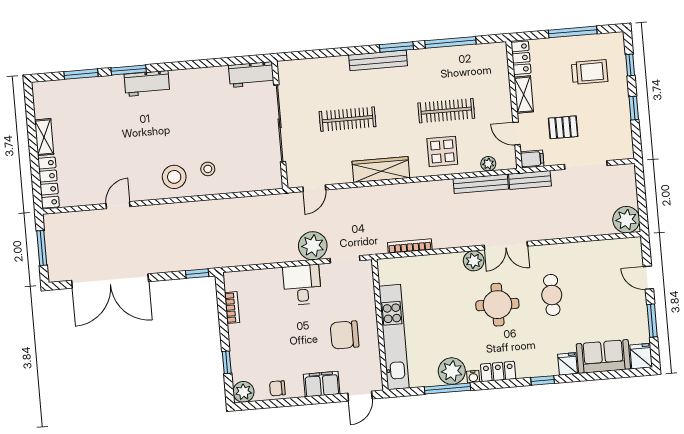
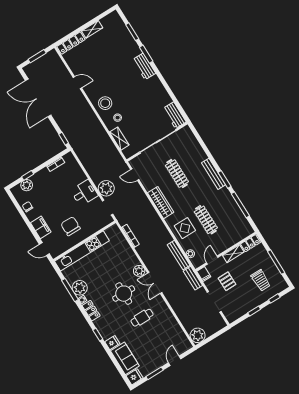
shelving: (243, 183) -> (119, 139), added
plant: (243, 392) -> (27, 185), moved

